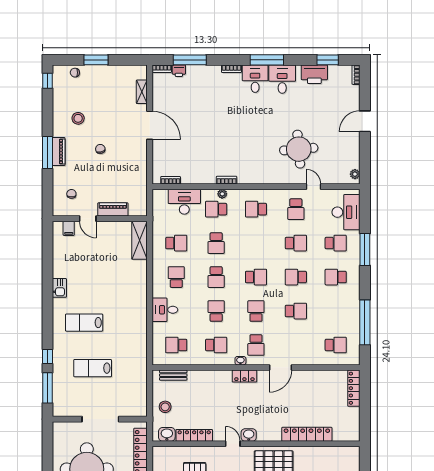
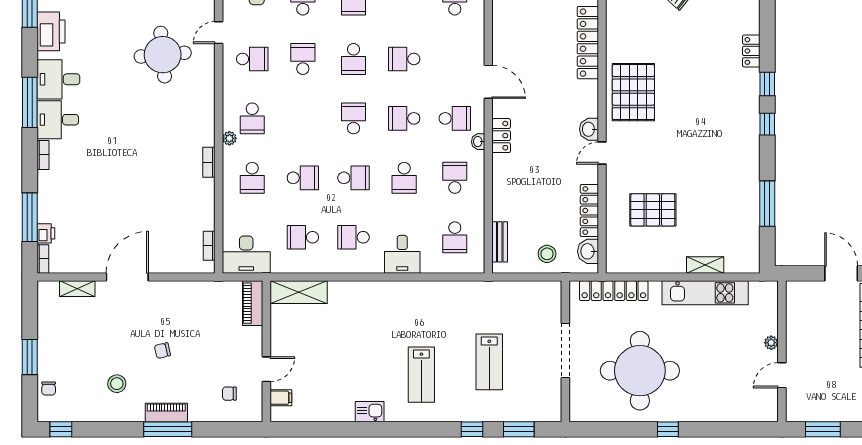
plant: (222, 194) -> (229, 138), moved
desk: (184, 202) -> (246, 255), moved, turned -90
piano: (113, 209) -> (253, 303), moved
school desk: (176, 243) -> (303, 237), turned -90
school desk: (216, 311) -> (404, 178), turned -90
school desk: (296, 311) -> (404, 59), turned -90
window: (47, 388) -> (519, 429), width x0.69

